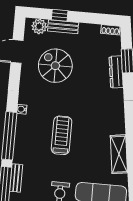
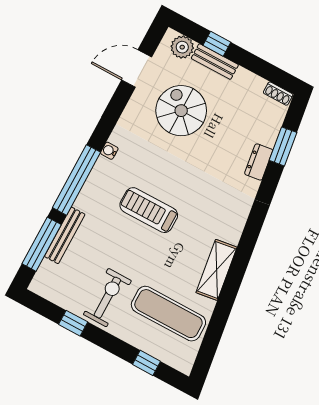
dresser: (116, 72) -> (259, 162), width x0.70
treadmill: (62, 135) -> (149, 210), turned -90
bench: (16, 178) -> (65, 235), width x1.36

